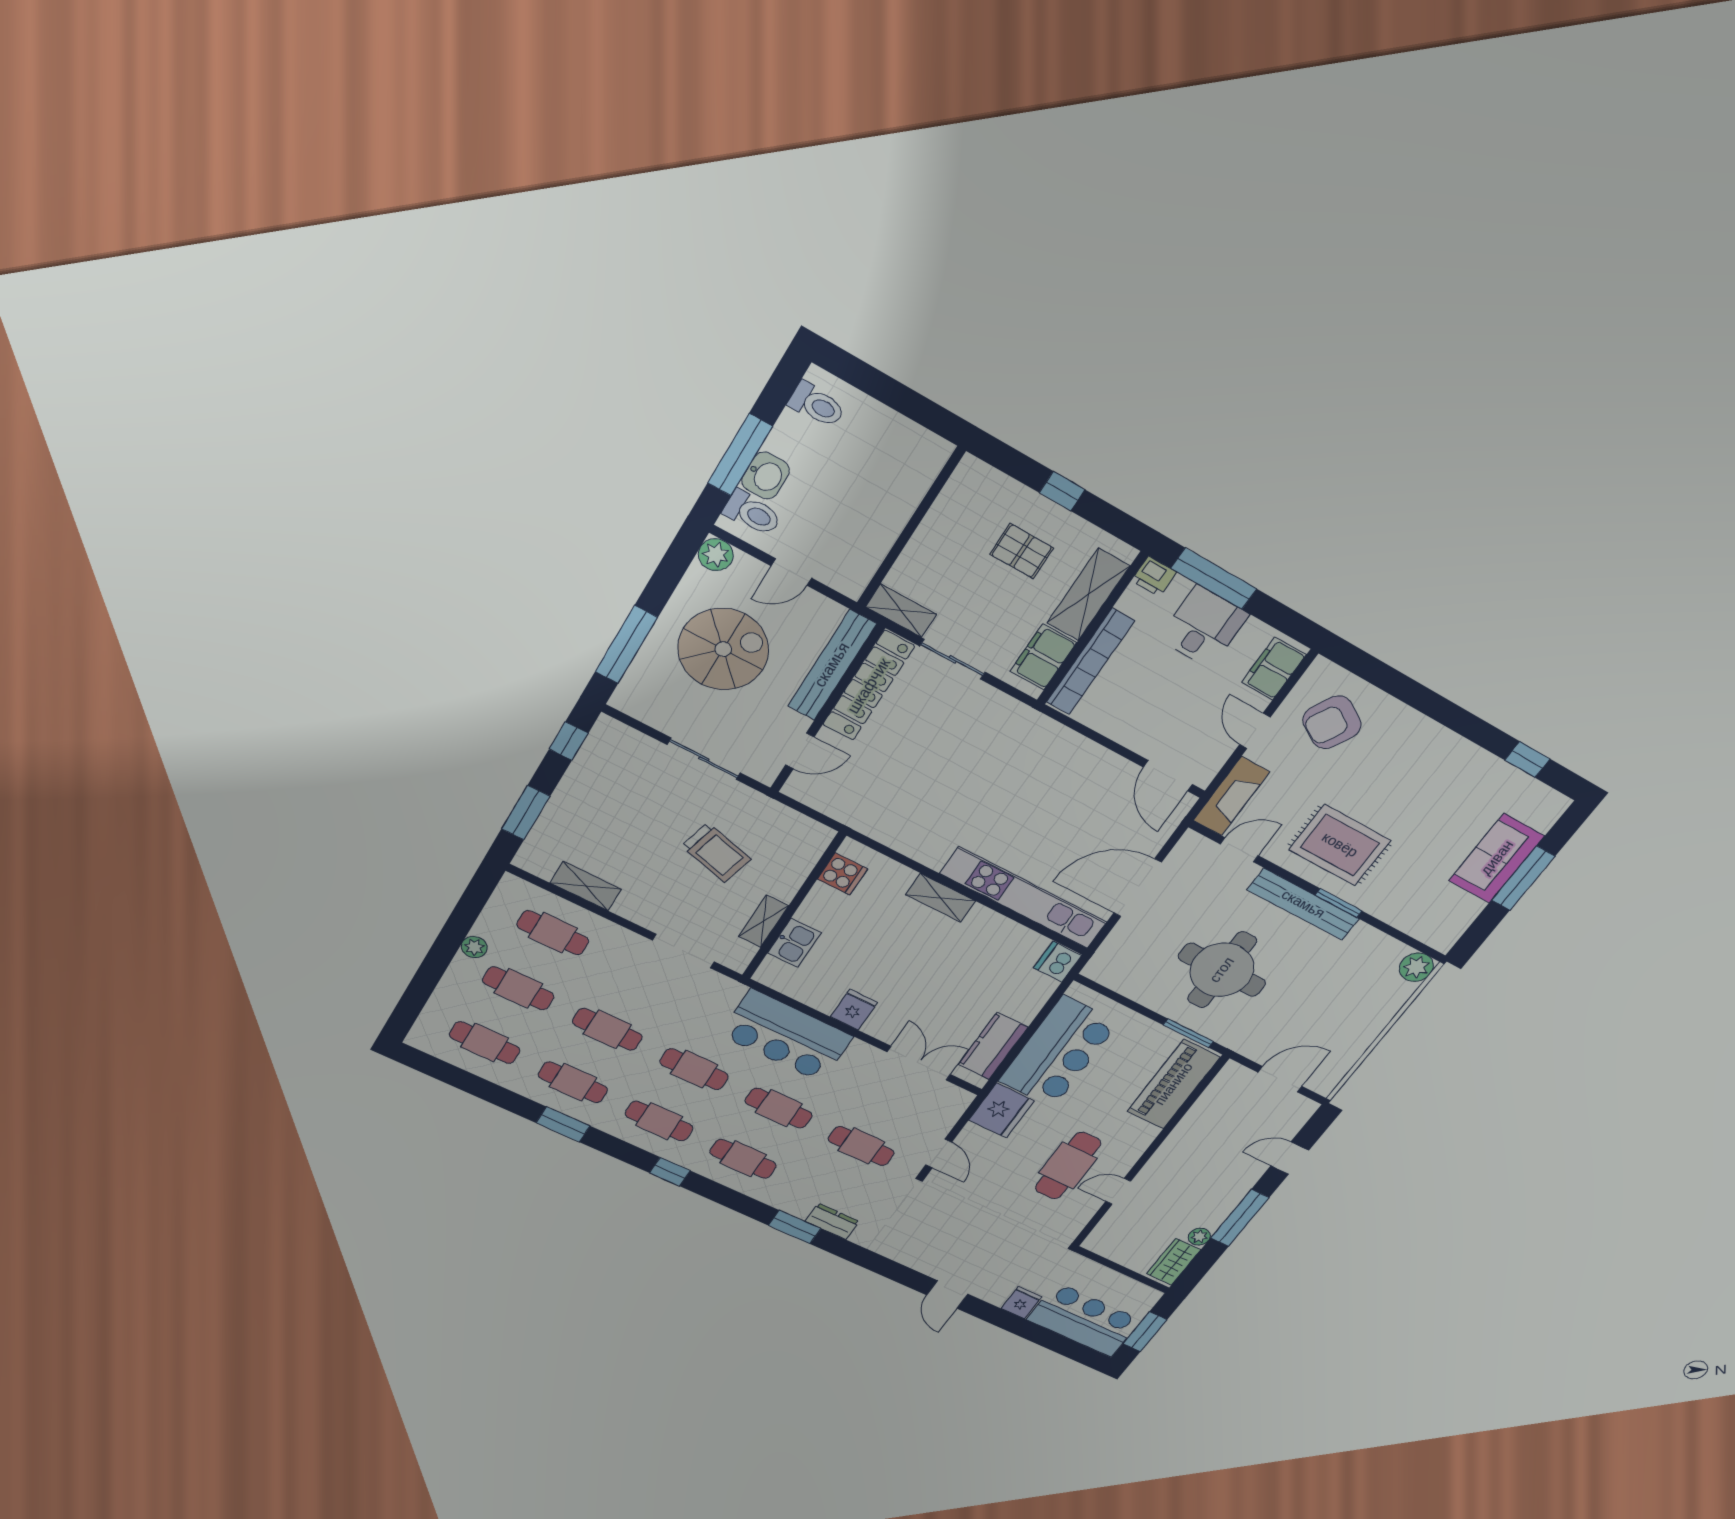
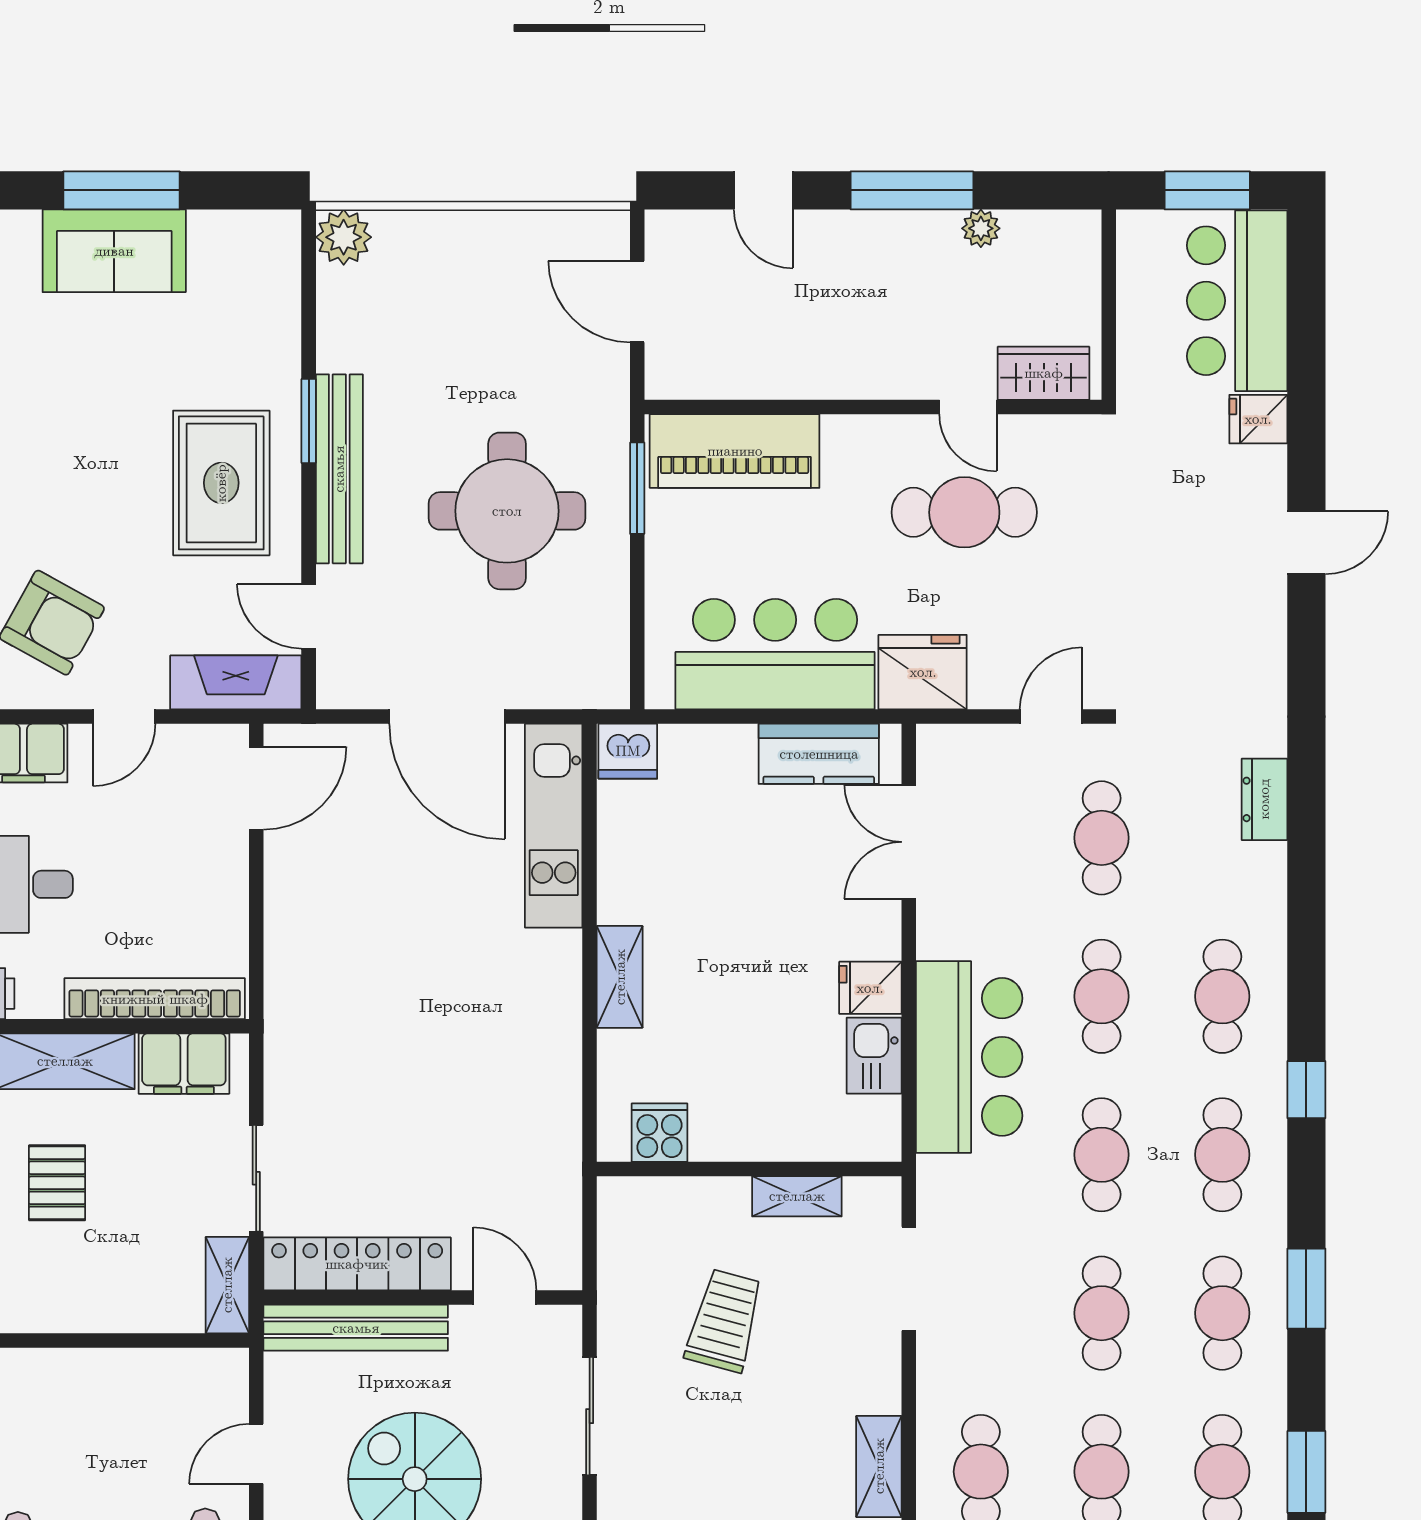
door: (791, 572) -> (256, 1454), swing flipped
kitchen unit: (1024, 898) -> (554, 826), width x0.73
kitchen sink: (794, 943) -> (874, 1056), moved, turned -90
window: (795, 1227) -> (1306, 1472), moved
wardrobe: (1174, 1262) -> (1044, 373), moved, turned 180

